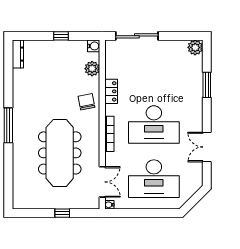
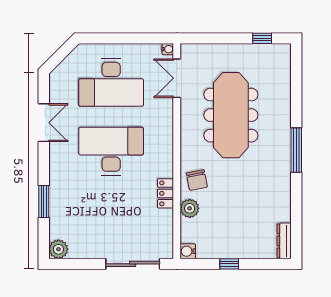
plant: (92, 69) -> (190, 208), moved
bookcase: (109, 134) -> (168, 139), removed
desk: (154, 179) -> (111, 82), turned 180
window: (62, 213) -> (262, 38), moved

